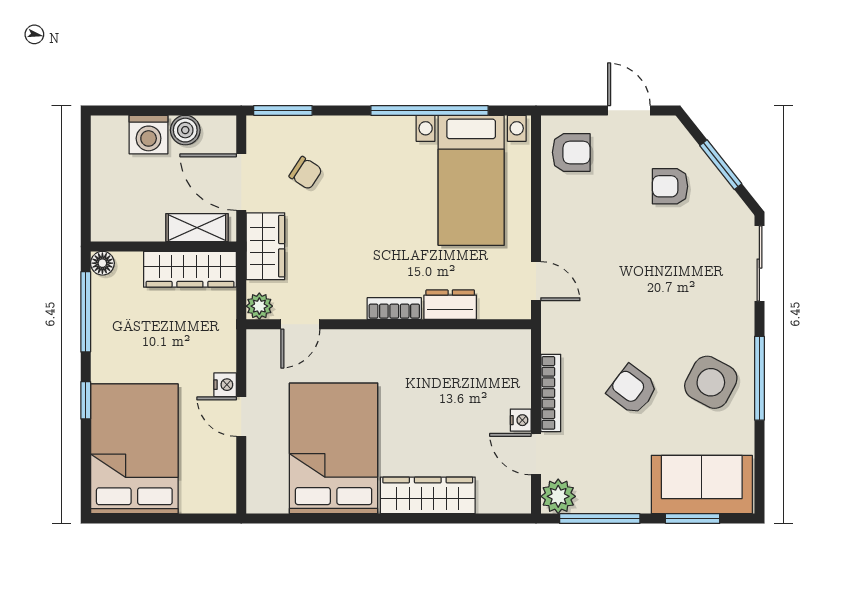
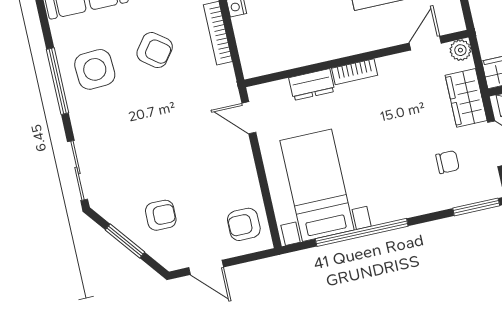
chair: (306, 173) -> (448, 162), turned 147
side table: (711, 382) -> (95, 69), turned -31

